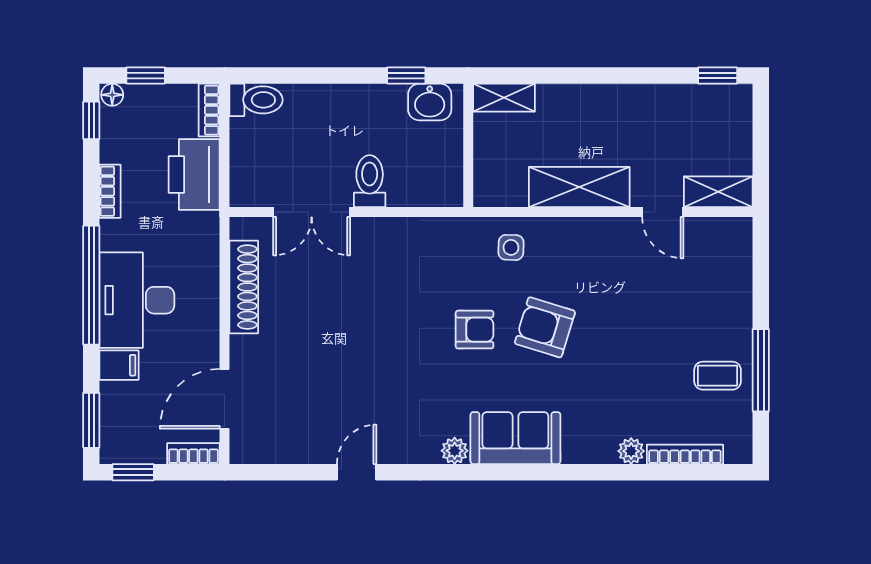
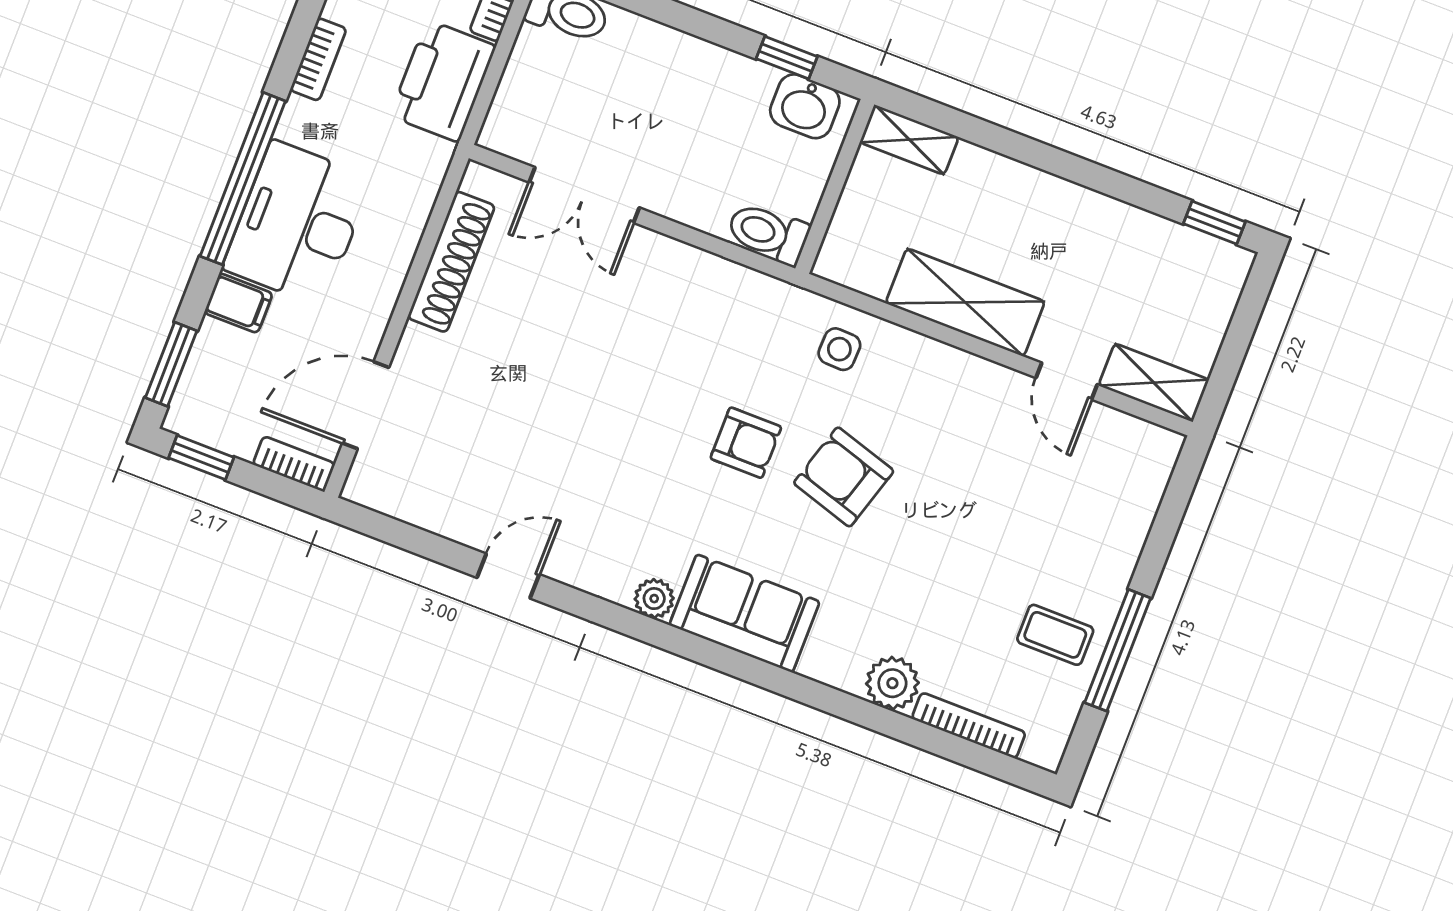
toilet: (370, 181) -> (768, 233), moved, turned -90
plant: (631, 451) -> (892, 683), width x1.38, depth x1.38

